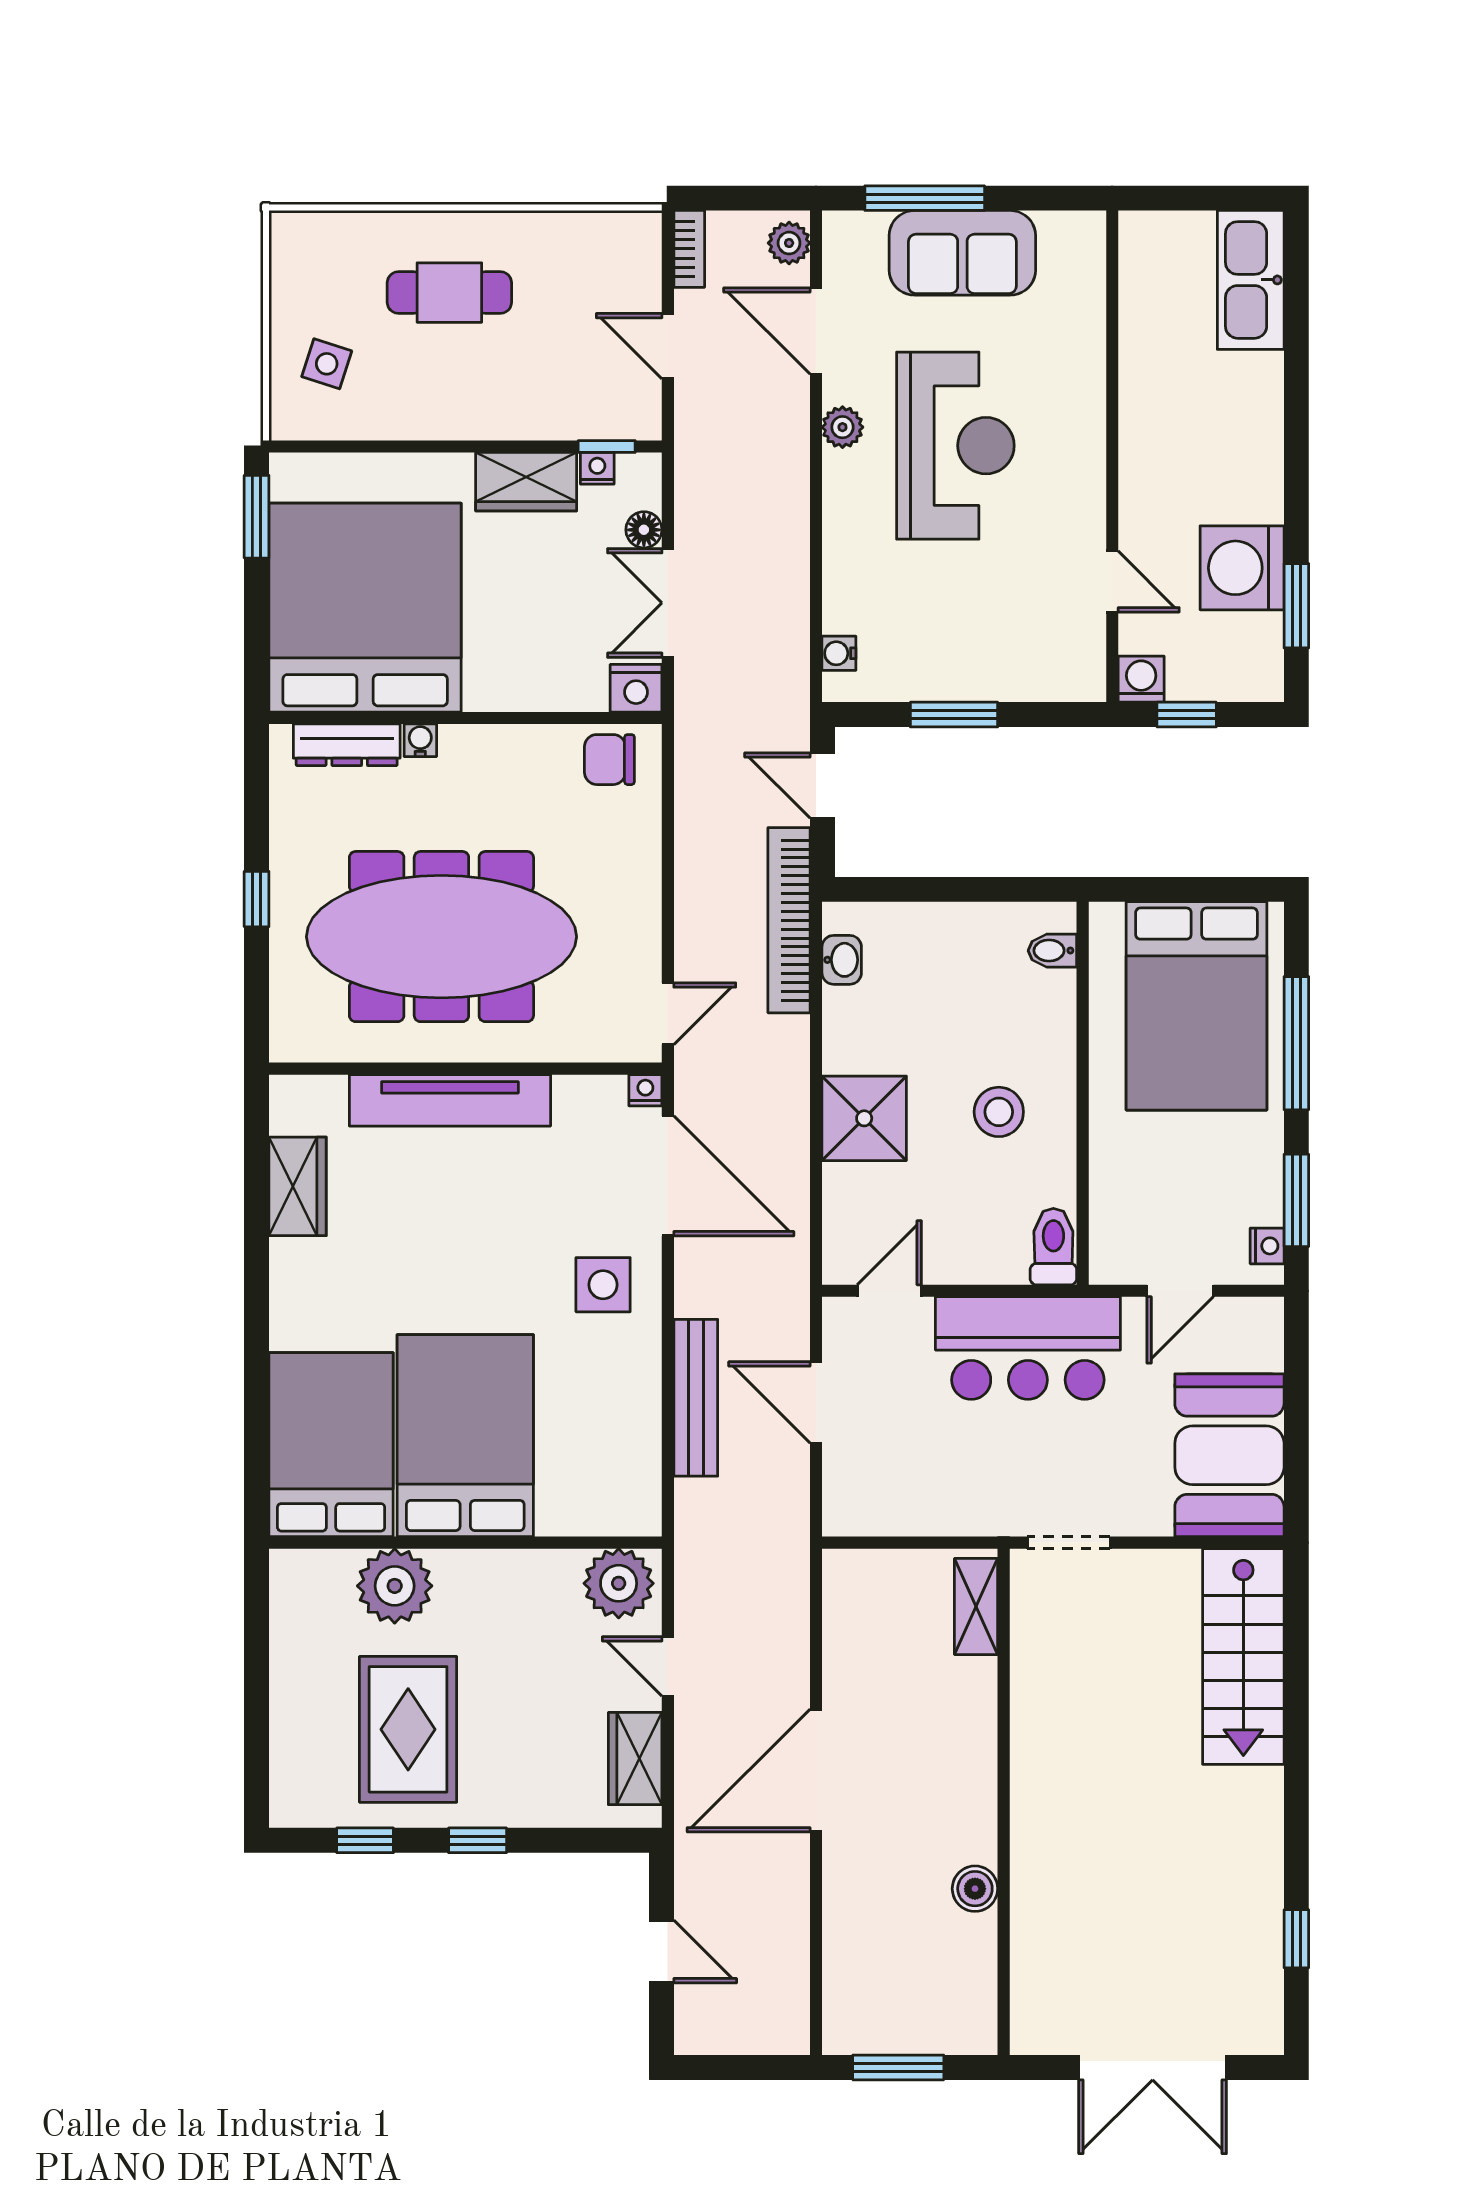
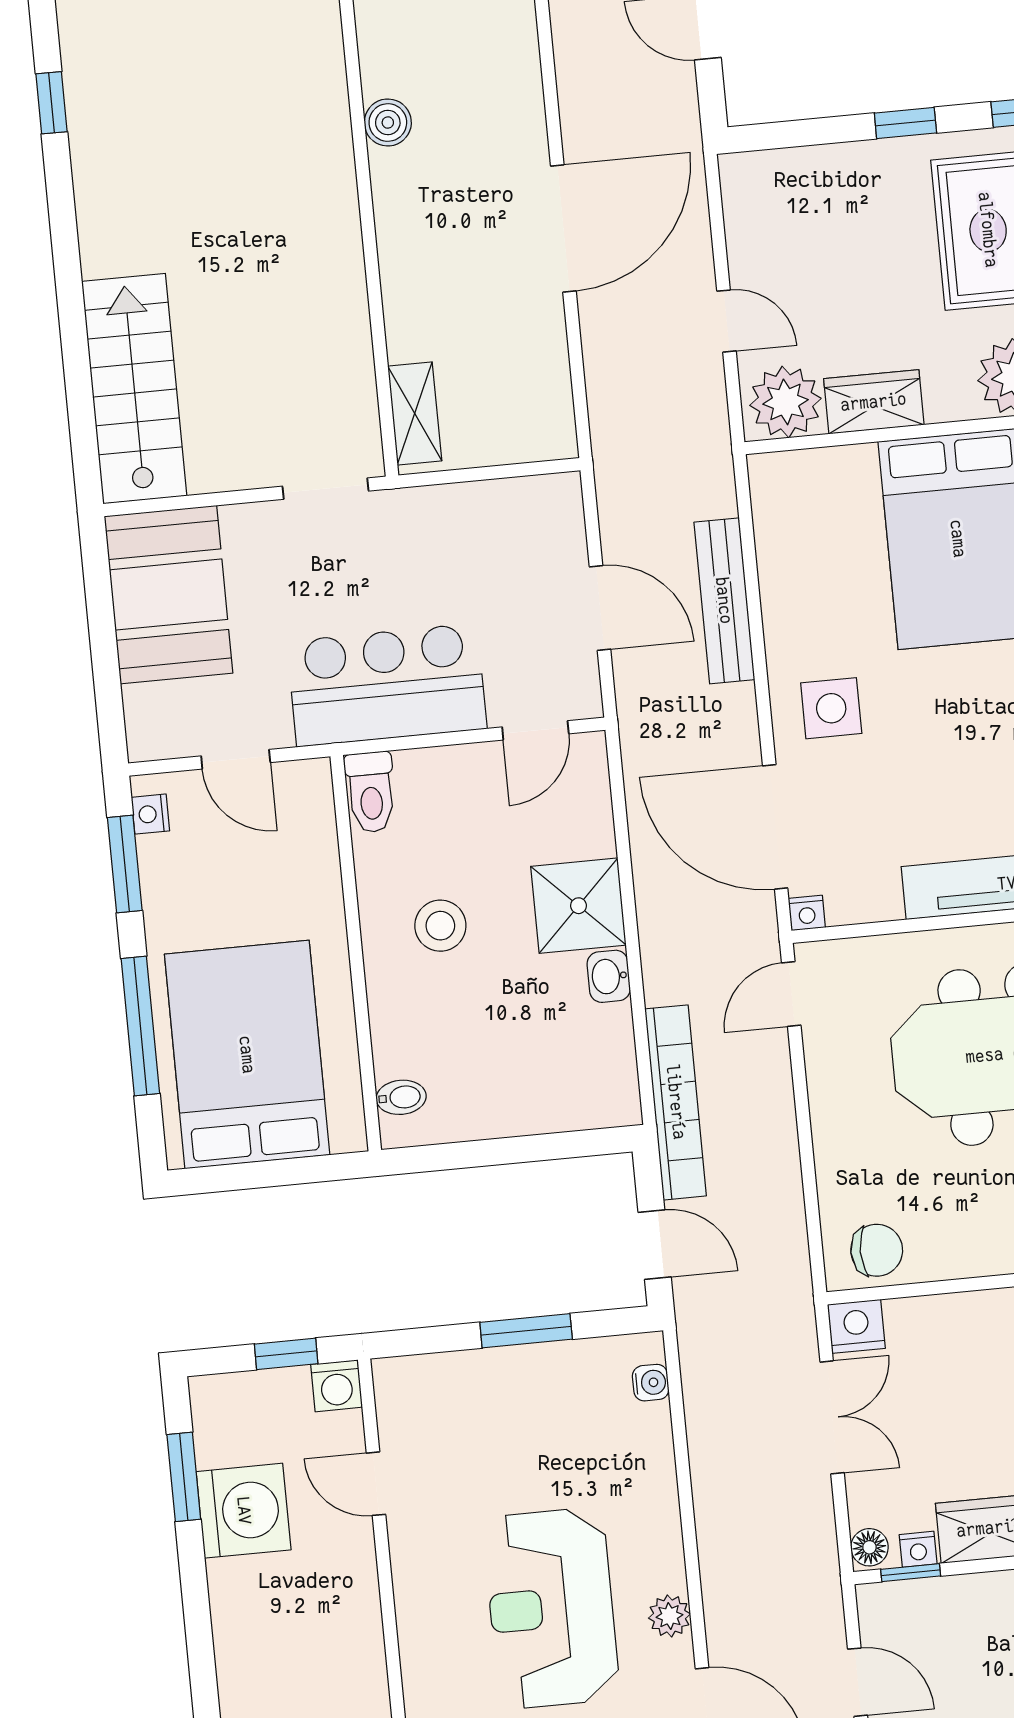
floor lamp: (644, 530) -> (869, 1547), moved
washbasin: (842, 960) -> (609, 976), moved
door: (1180, 1291) -> (236, 759), swing flipped
wardrobe: (635, 1759) -> (874, 402), moved, turned -90

